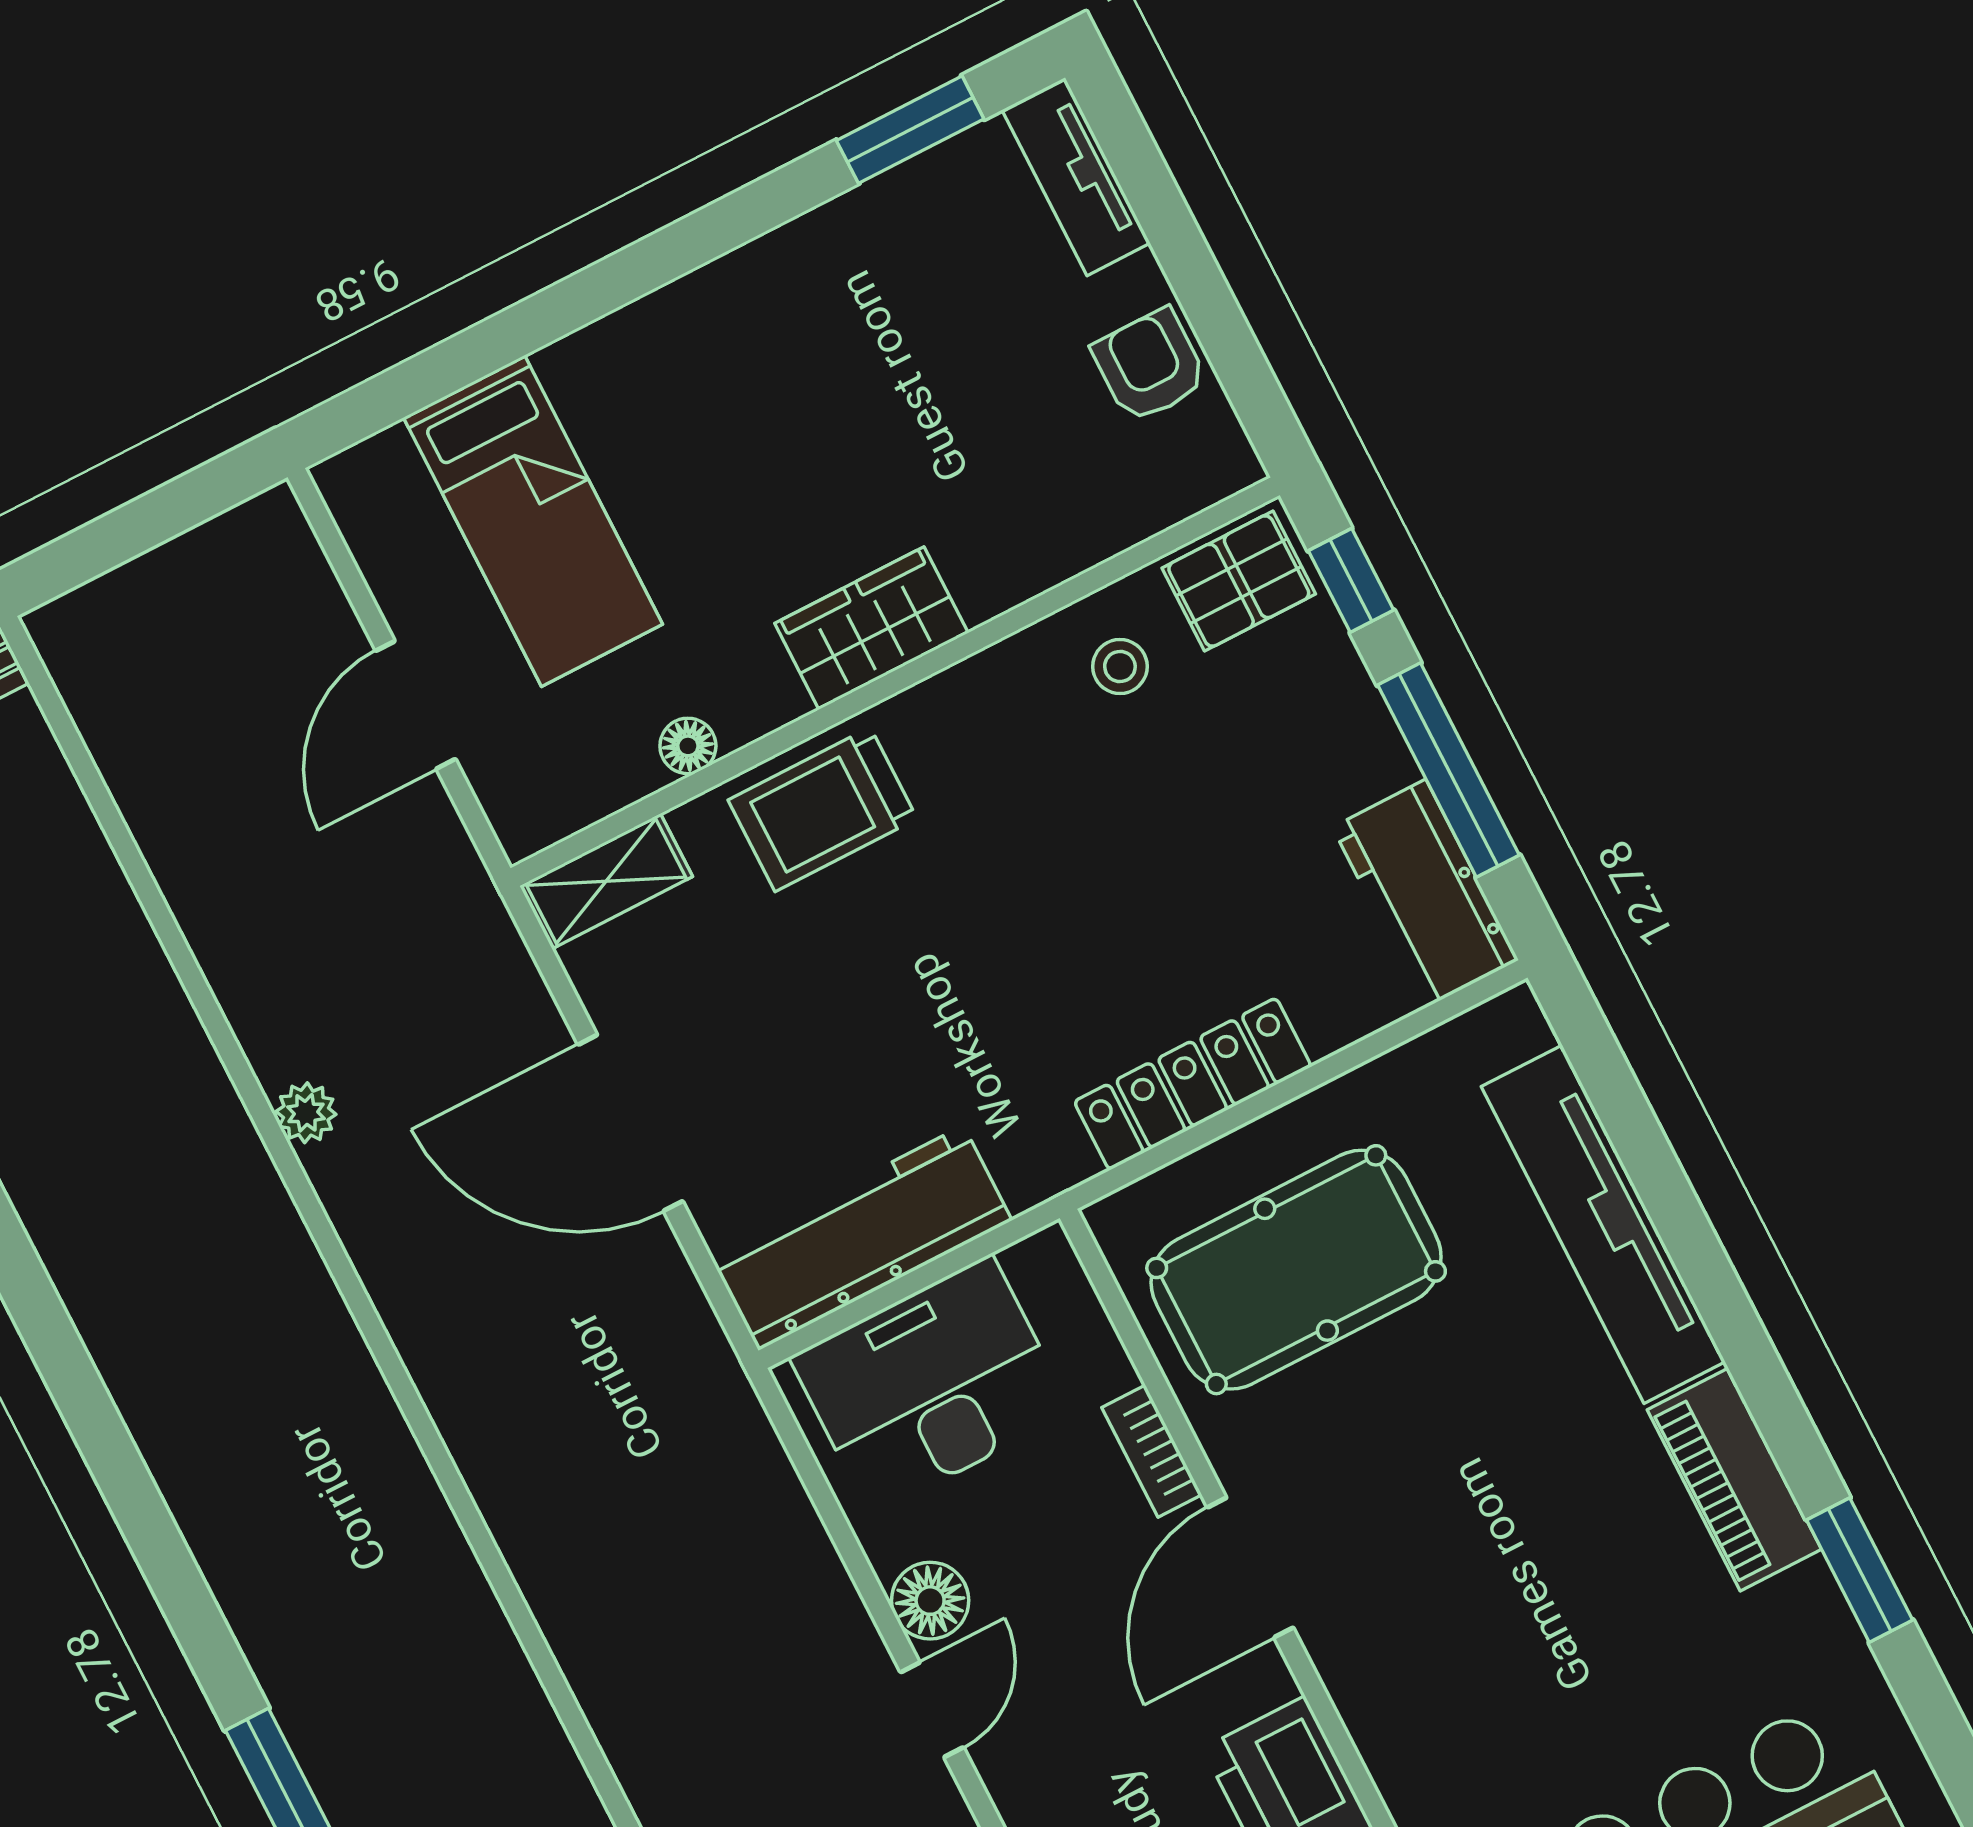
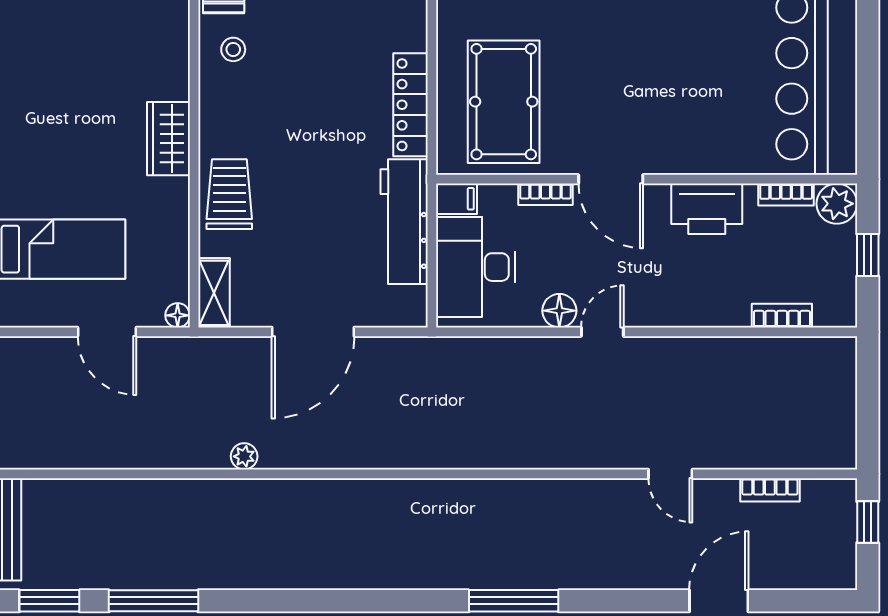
floor lamp: (688, 746) -> (178, 315), moved
trolley: (823, 809) -> (229, 194), turned 180
workbench: (861, 1238) -> (404, 222), moved
filing cabinet: (1050, 1275) -> (457, 199), added
door: (932, 1710) -> (602, 332), hinge flipped

